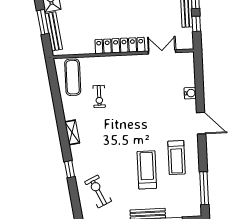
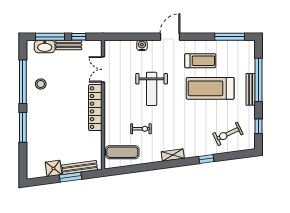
weight bench: (143, 106) -> (152, 89), added
treadmill: (147, 170) -> (210, 88), width x1.37, depth x1.38

